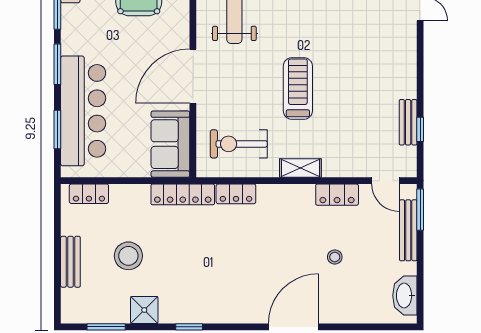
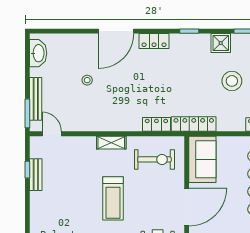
locker: (337, 195) -> (154, 41), moved, turned 180

